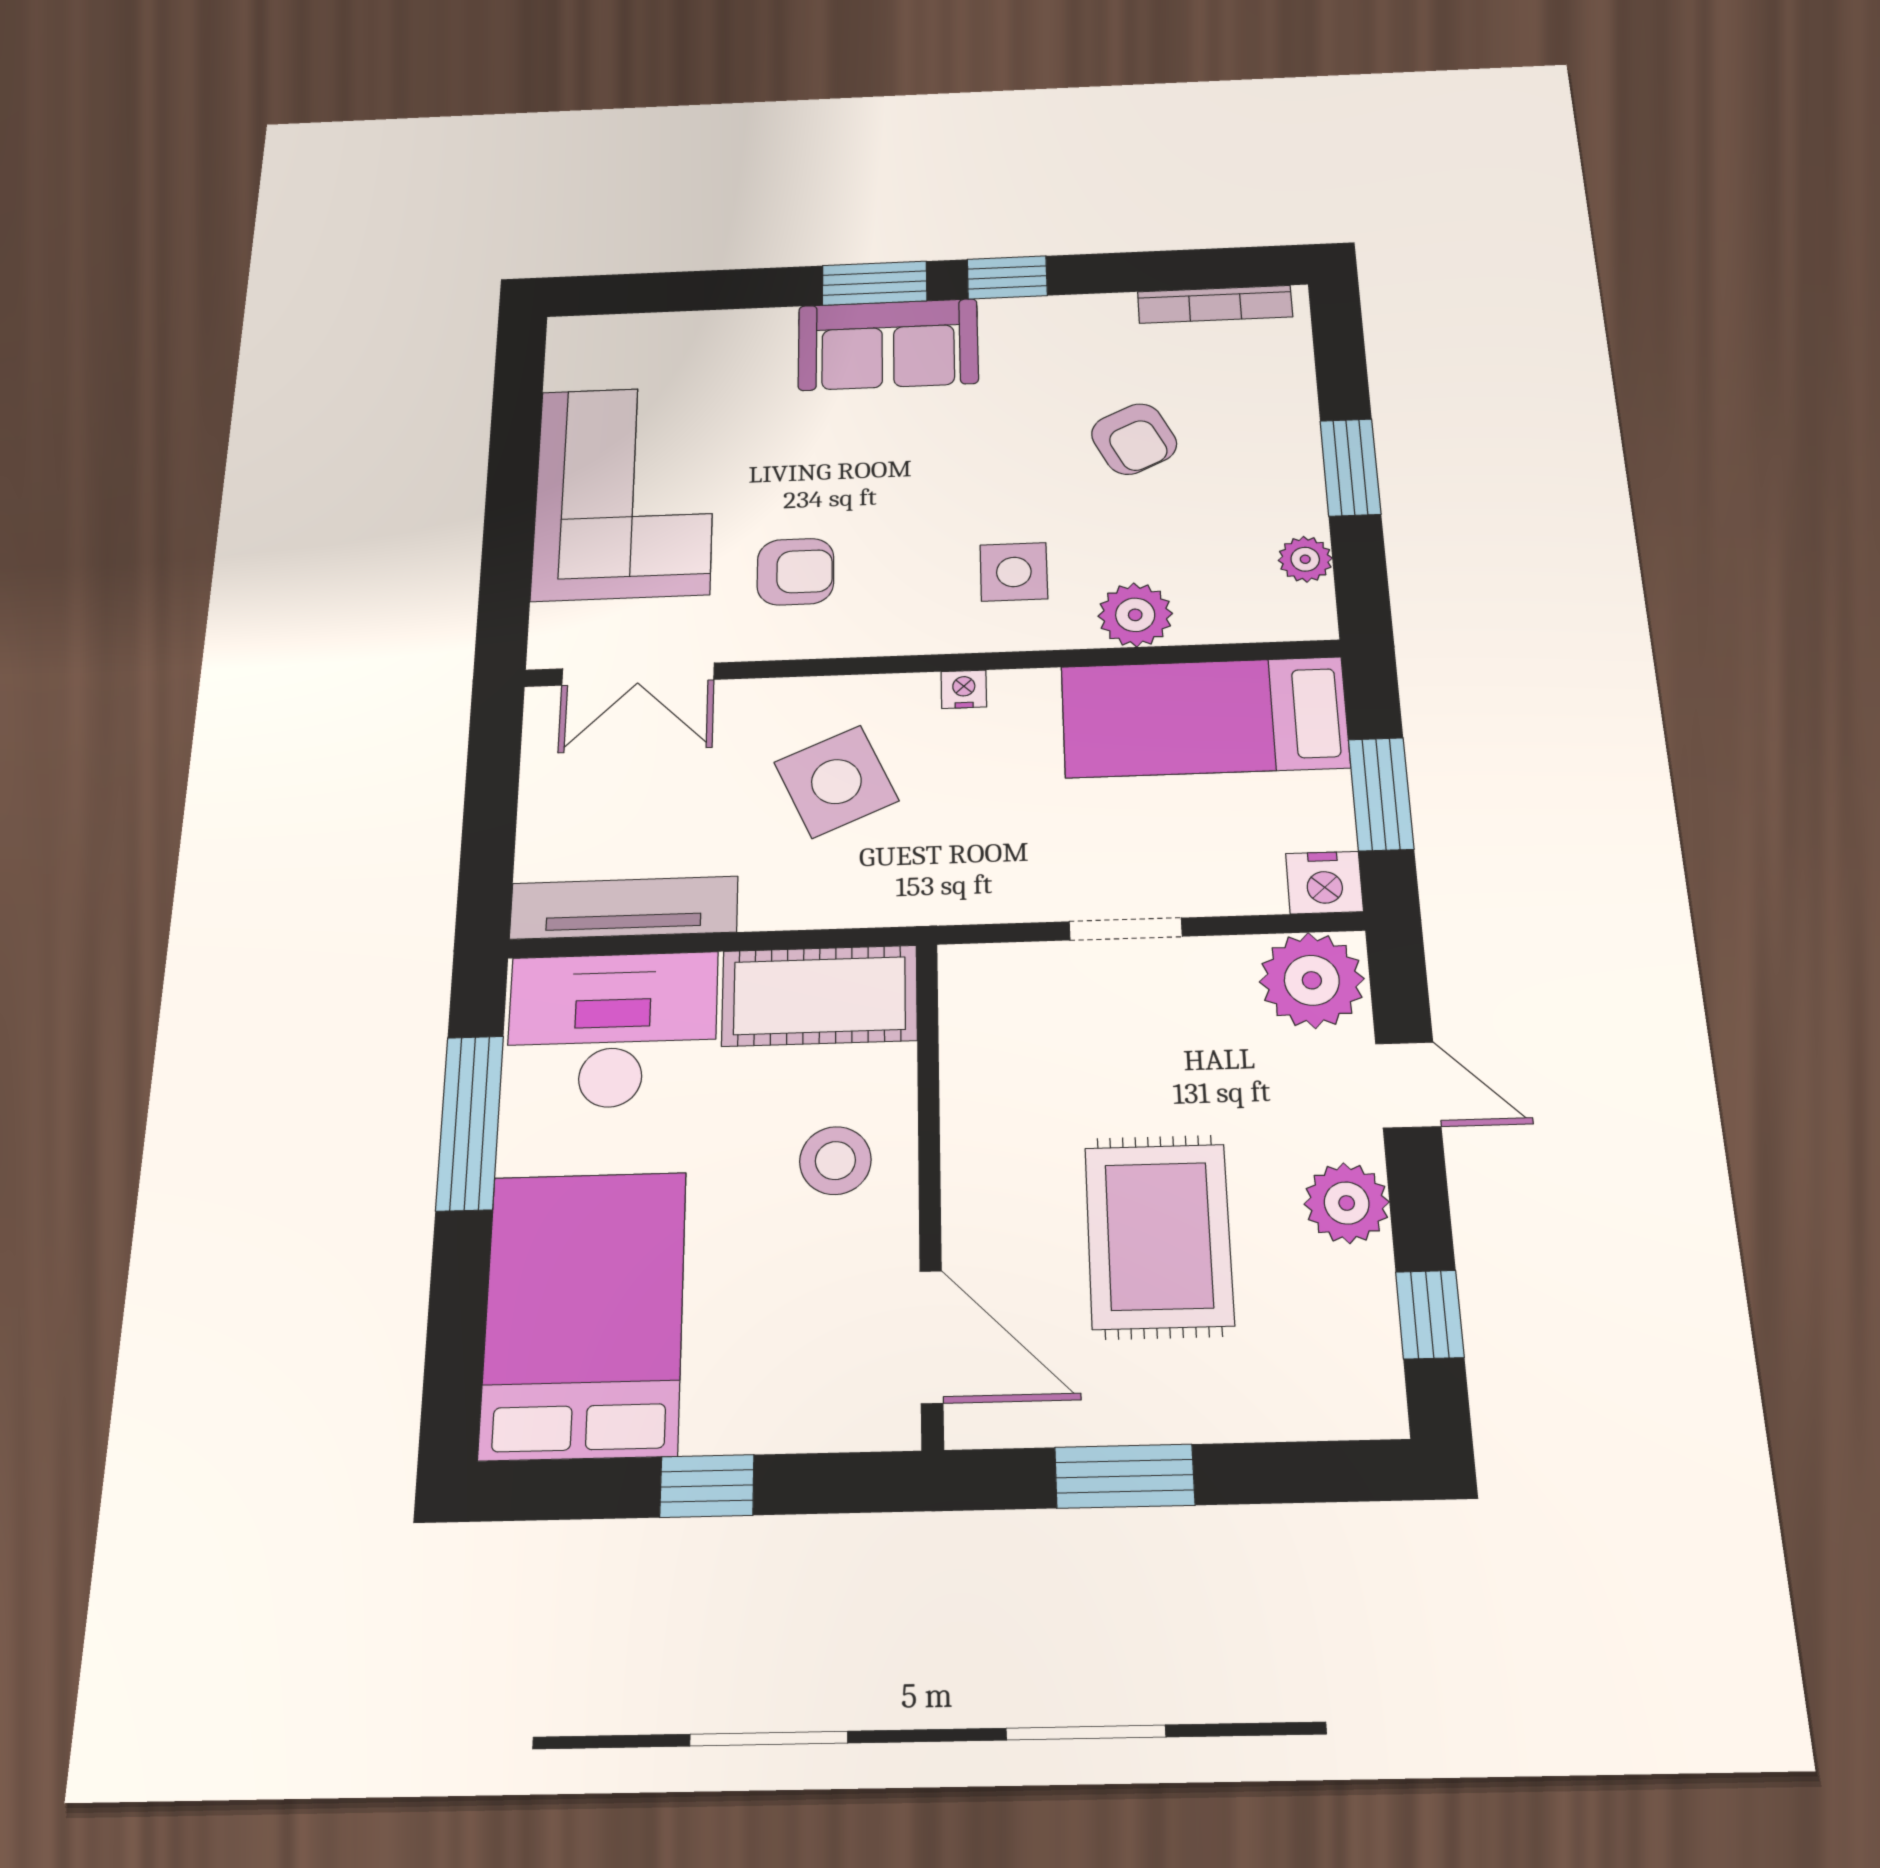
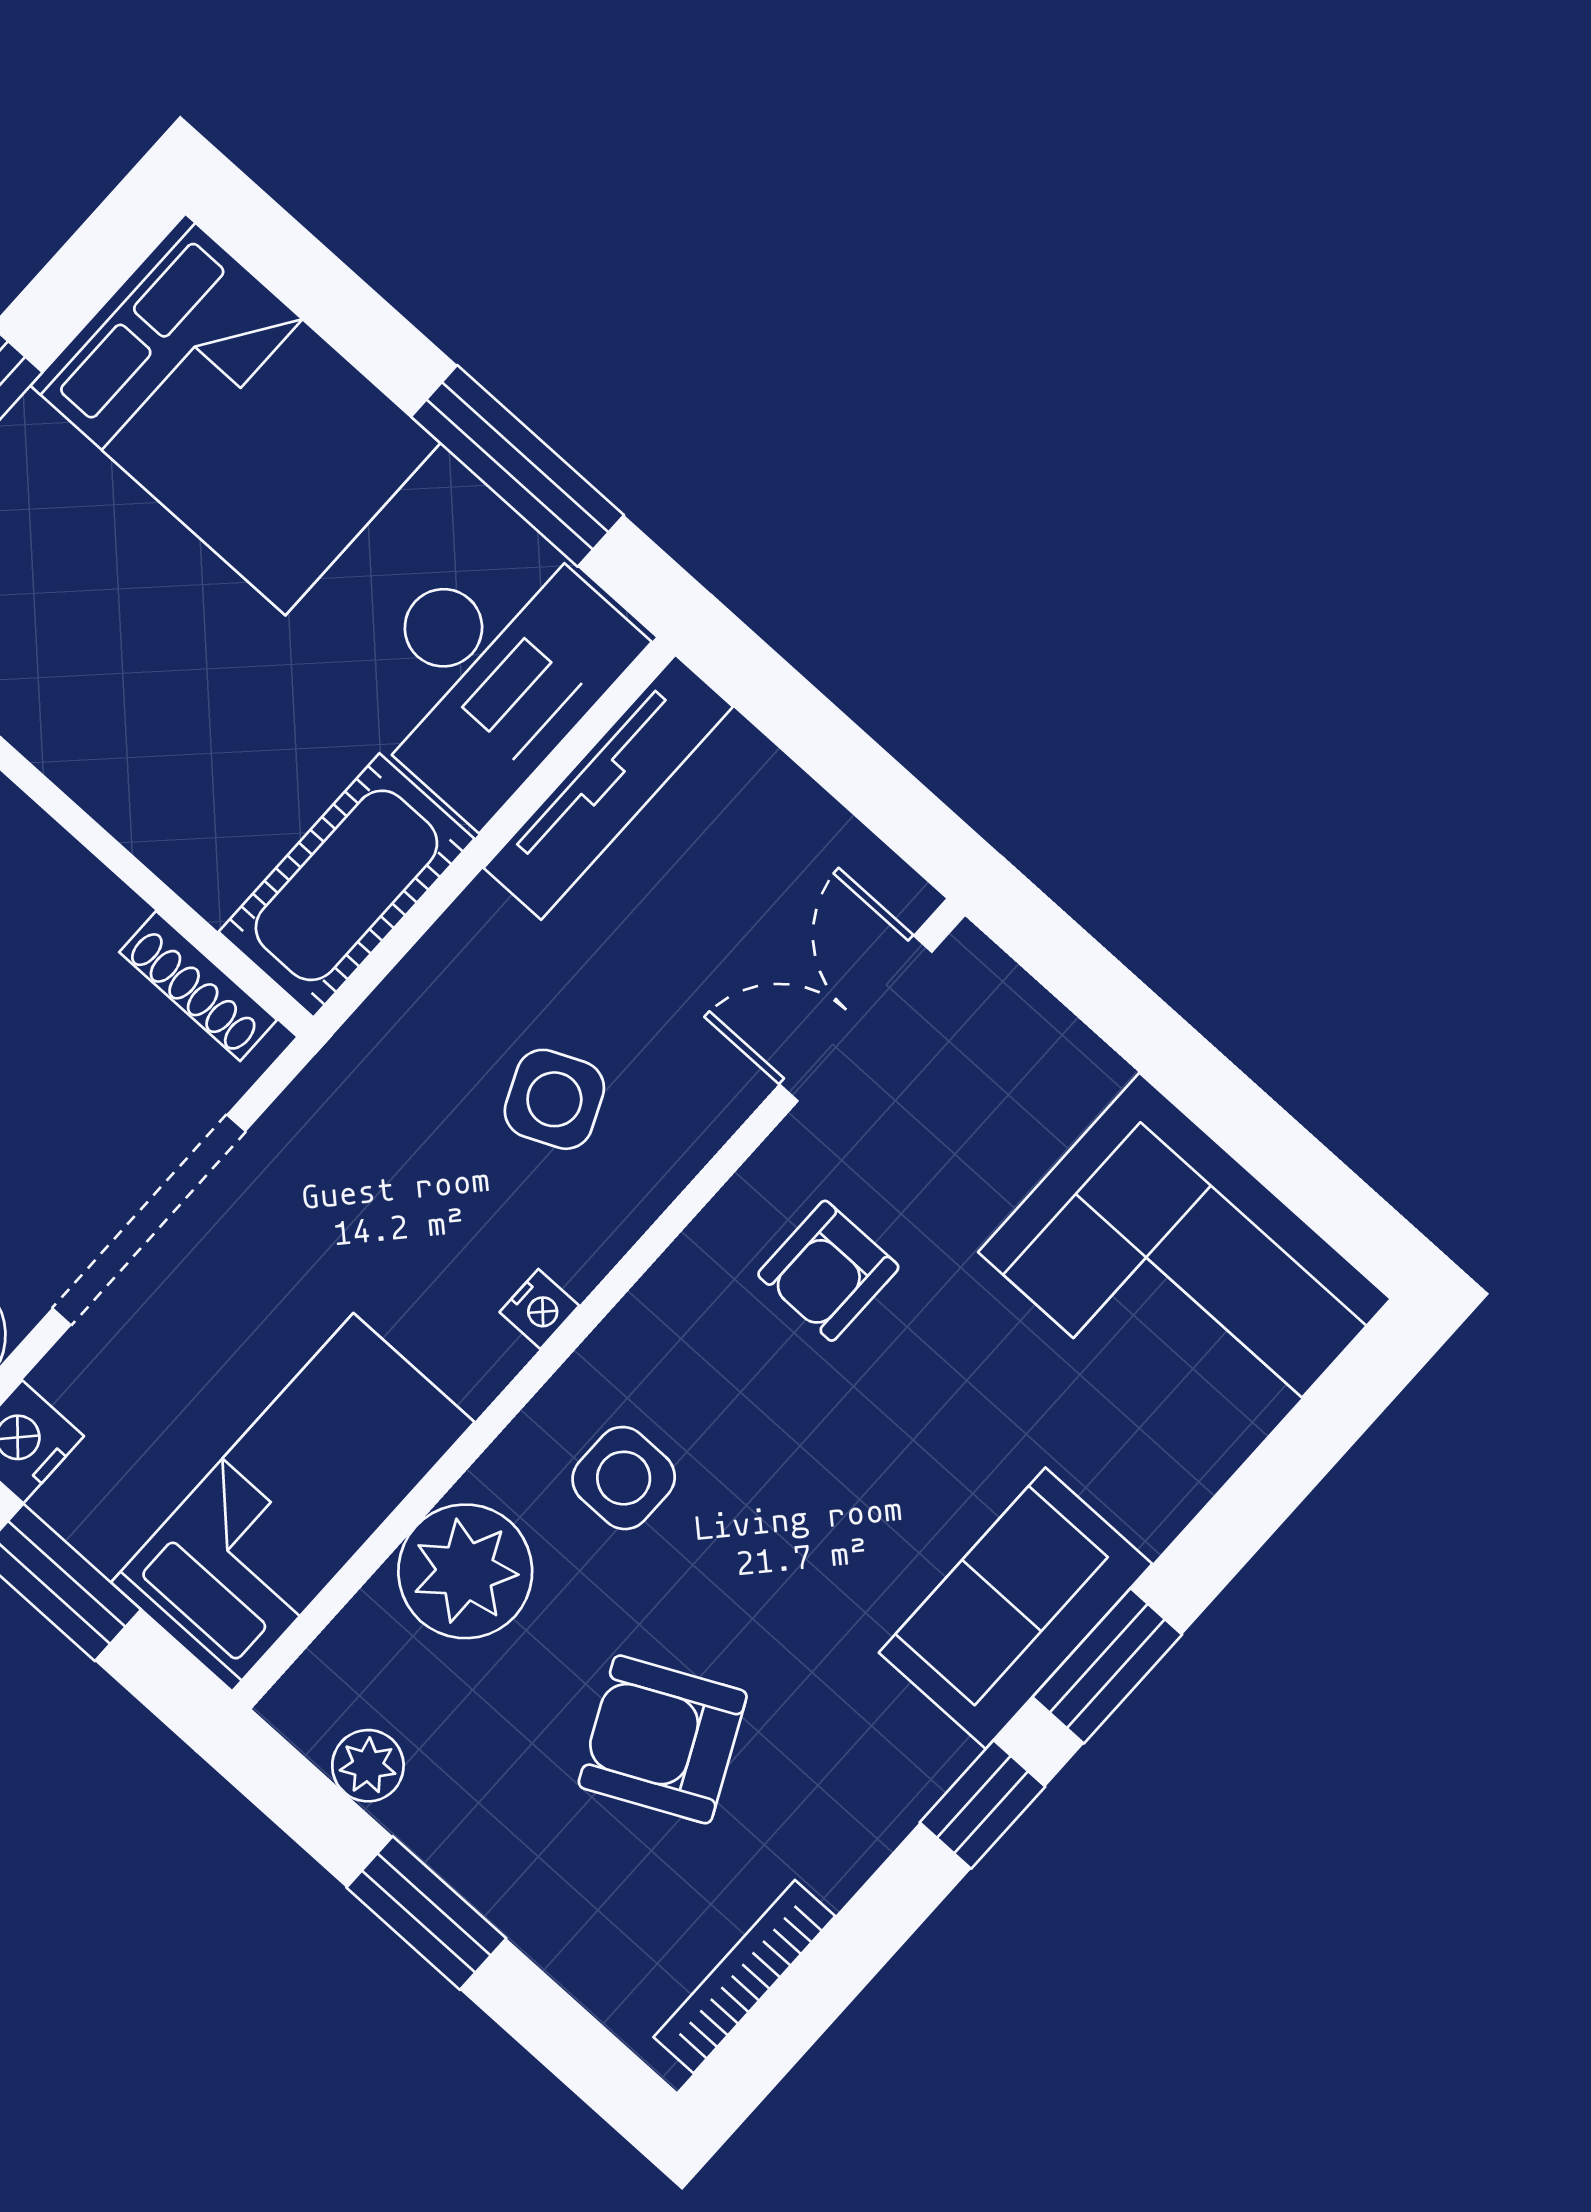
armchair: (1134, 439) -> (663, 1739), width x1.38, depth x1.38
corner sofa: (624, 492) -> (1184, 1276), moved
plant: (1135, 615) -> (465, 1571), width x1.36, depth x1.36
side table: (836, 782) -> (554, 1099), width x0.73, depth x0.73
doorway: (1126, 929) -> (149, 1220), width x1.88
shoe rack: (961, 1023) -> (198, 986), added
stool: (835, 1161) -> (172, 756), removed

